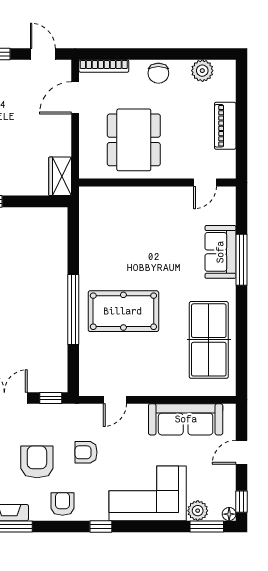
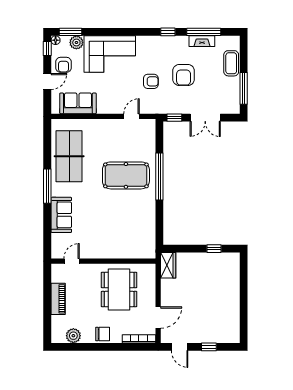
chair: (158, 73) -> (103, 334), turned 90
window: (241, 260) -> (47, 186), moved
sofa: (186, 419) -> (78, 103), width x0.73
armchair: (62, 504) -> (63, 65), moved
window: (101, 526) -> (168, 32), moved

